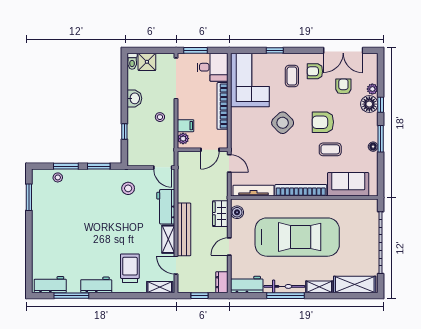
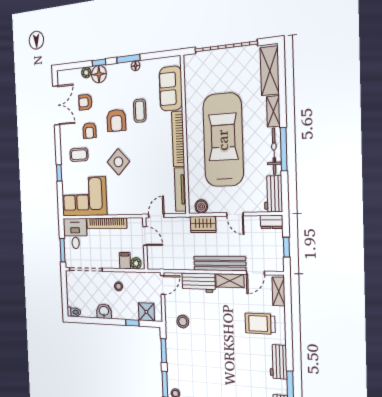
shower: (147, 62) -> (146, 312), moved
armchair: (315, 71) -> (89, 131), moved

